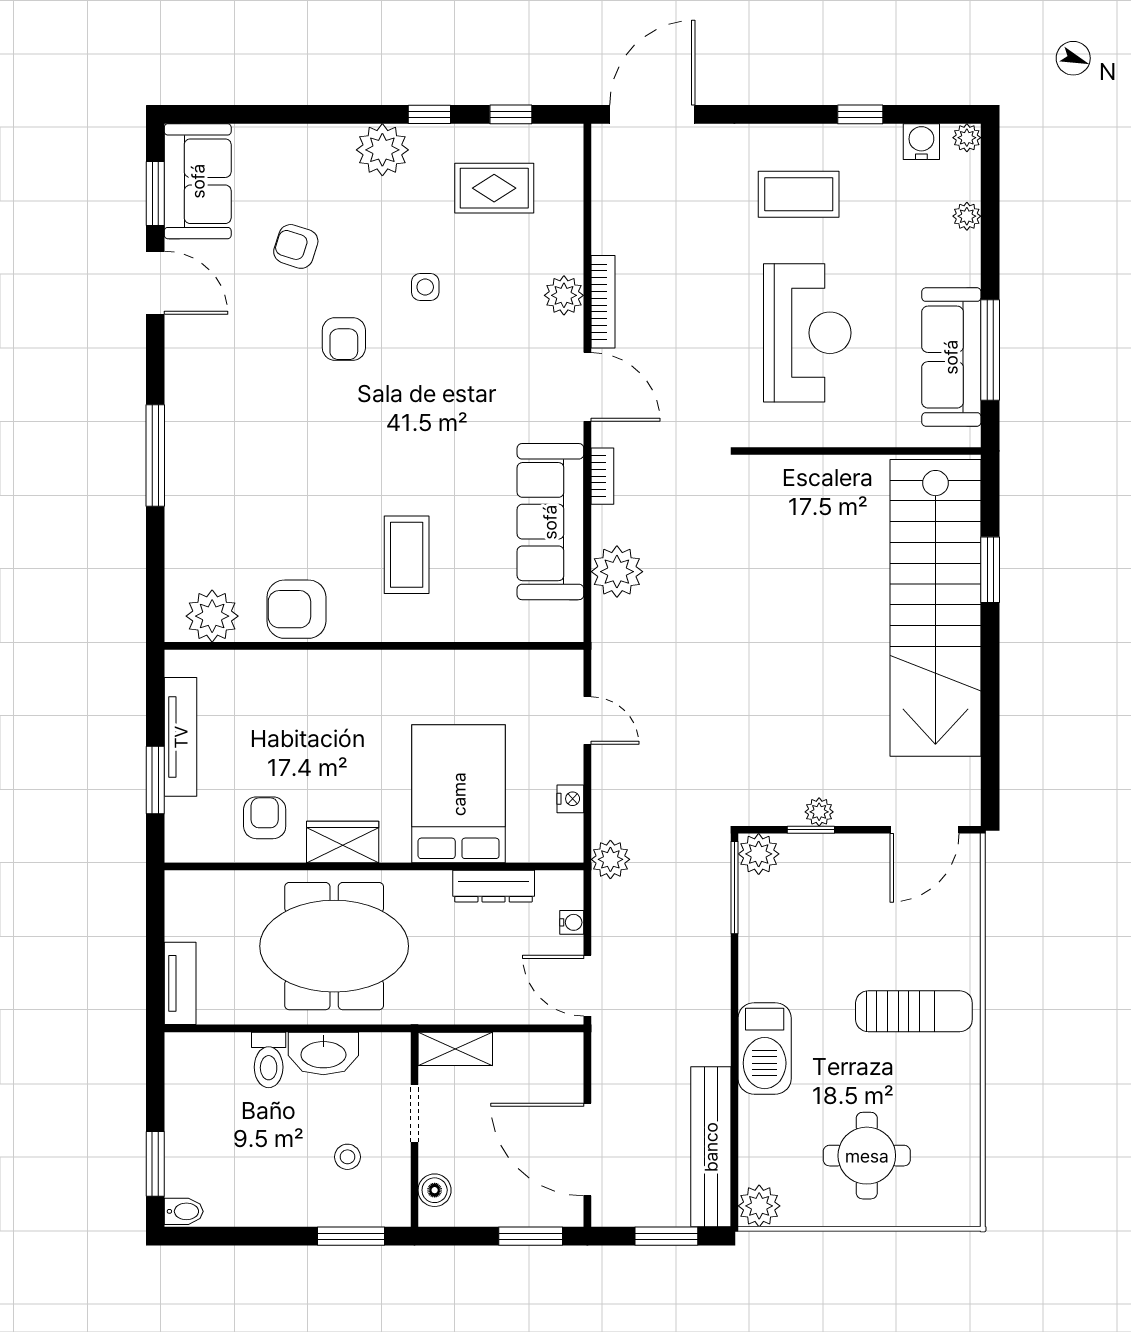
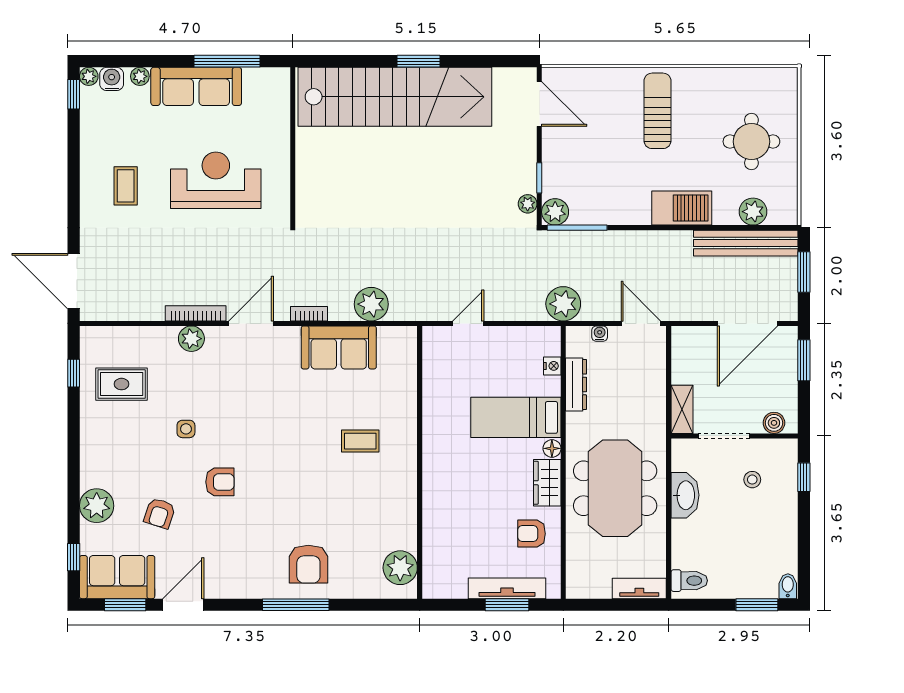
window: (429, 114) -> (74, 557), moved
window: (860, 114) -> (74, 94), moved
water cooler: (921, 142) -> (112, 79), moved, turned 90
plant: (382, 150) -> (97, 506), moved
rug: (494, 188) -> (122, 384), turned 90
coffee table: (799, 194) -> (126, 186), width x0.73, depth x0.77
sofa: (951, 357) -> (196, 86), moved
sofa: (550, 522) -> (339, 347), width x0.73
coffee table: (407, 555) -> (360, 441), width x0.73, depth x0.77
window: (990, 570) -> (419, 61), moved
armchair: (296, 609) -> (308, 564), moved
tv unit: (181, 737) -> (507, 588), moved
bed: (459, 794) -> (516, 417), width x0.67
nightstand: (570, 799) -> (552, 366), moved, turned 90
plant: (819, 812) -> (528, 204), moved
floor lamp: (395, 849) -> (552, 448), added
plant: (610, 859) -> (563, 304), width x1.36, depth x1.36
door: (587, 986) -> (641, 323), swing flipped
toilet: (269, 1060) -> (689, 581), moved
doorway: (414, 1113) -> (724, 436), width x1.38
plant: (759, 1206) -> (753, 212), moved
window: (351, 1236) -> (804, 477), width x0.67

